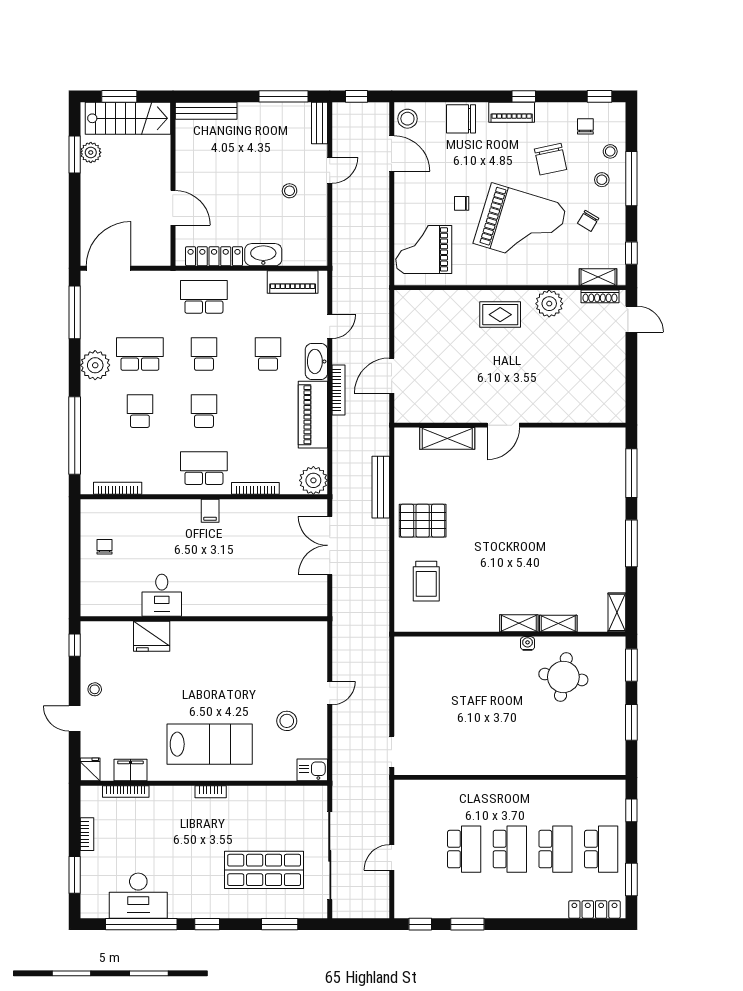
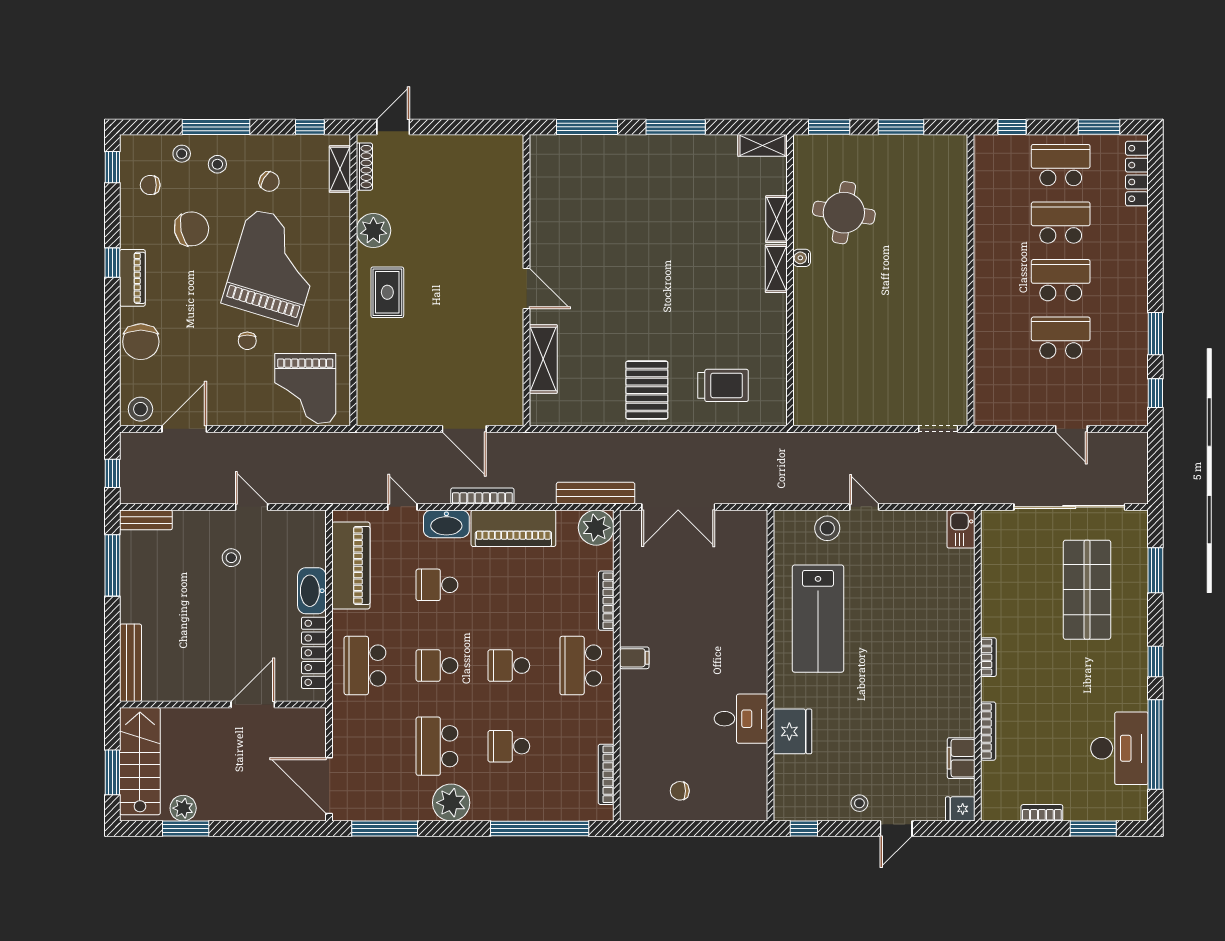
door: (330, 170) -> (252, 507), moved
piano: (293, 282) -> (351, 565), width x1.37, depth x1.33
bench: (381, 487) -> (596, 493), moved
stool: (287, 721) -> (827, 528), moved
lab bench: (210, 744) -> (818, 619), moved, turned 180
bookcase: (126, 791) -> (988, 731), moved

